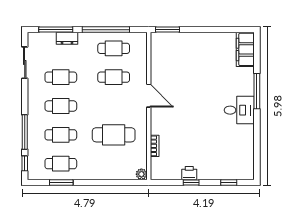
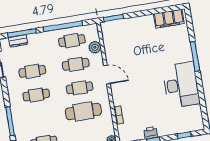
dresser: (67, 38) -> (18, 41), moved
filing cabinet: (245, 49) -> (169, 19), moved, turned -90
plant: (140, 61) -> (95, 47), added
desk: (239, 110) -> (181, 85), width x1.87, depth x1.30
cafe table: (61, 135) -> (80, 88), moved

